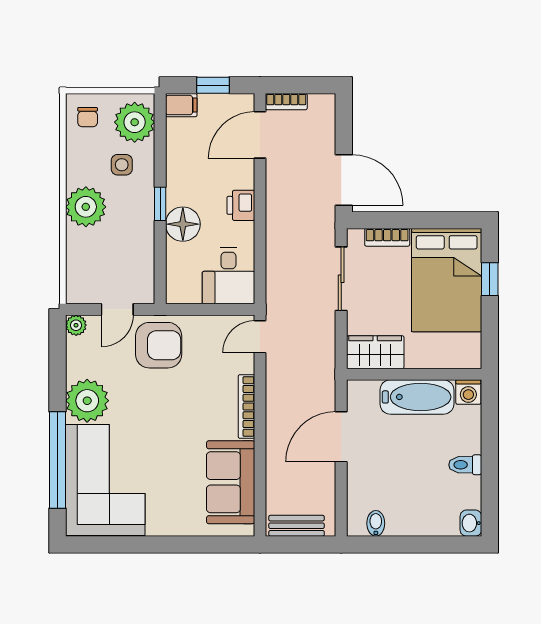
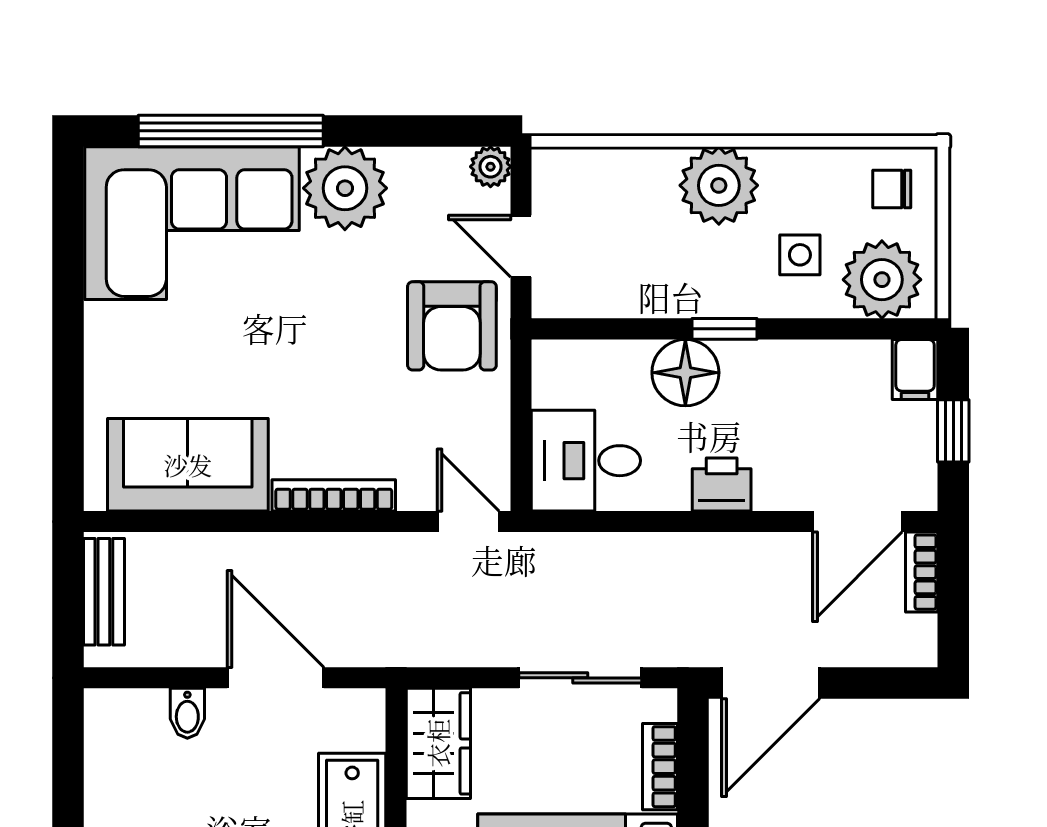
door: (260, 135) -> (857, 522), swing flipped
bidet: (376, 523) -> (187, 713), moved, turned 90

